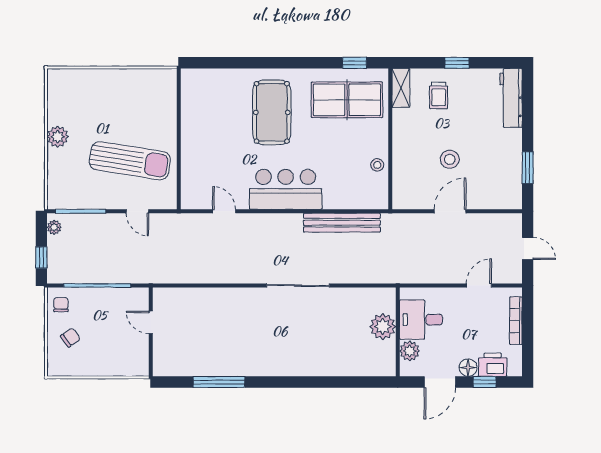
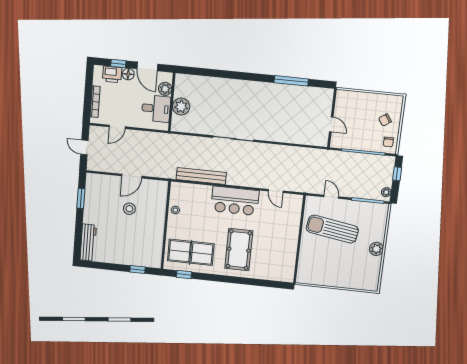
window: (457, 63) -> (137, 270), moved
shelving: (401, 88) -> (156, 256), removed
trolley: (439, 95) -> (133, 249), removed
door: (440, 382) -> (147, 66), swing flipped

